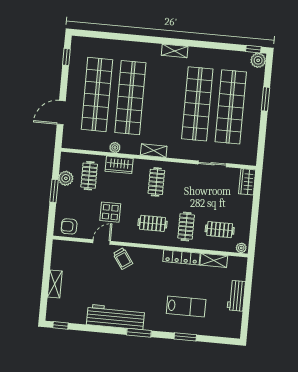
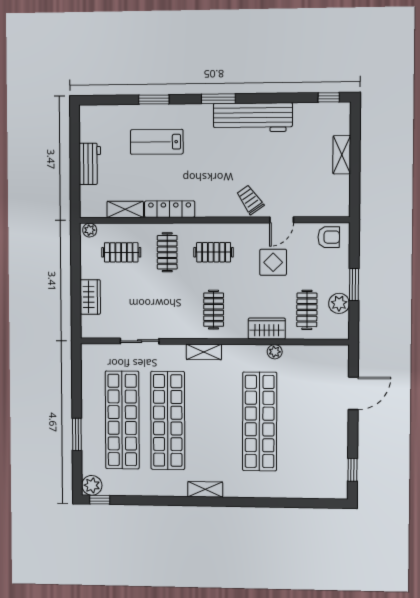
shop shelf: (97, 95) -> (306, 422), removed
shelving: (154, 151) -> (204, 352), moved
wardrobe: (247, 182) -> (90, 297), moved

